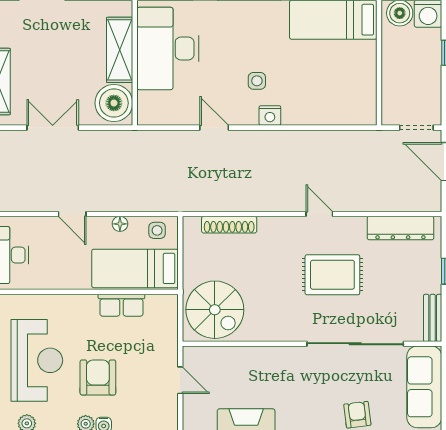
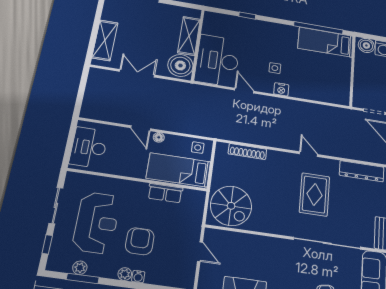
desk: (168, 49) -> (217, 60), moved
floor lamp: (120, 224) -> (159, 137), moved
rug: (332, 275) -> (315, 194), turned 90

